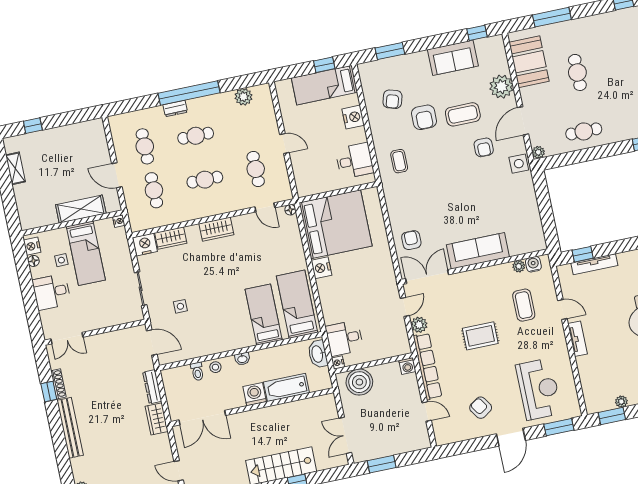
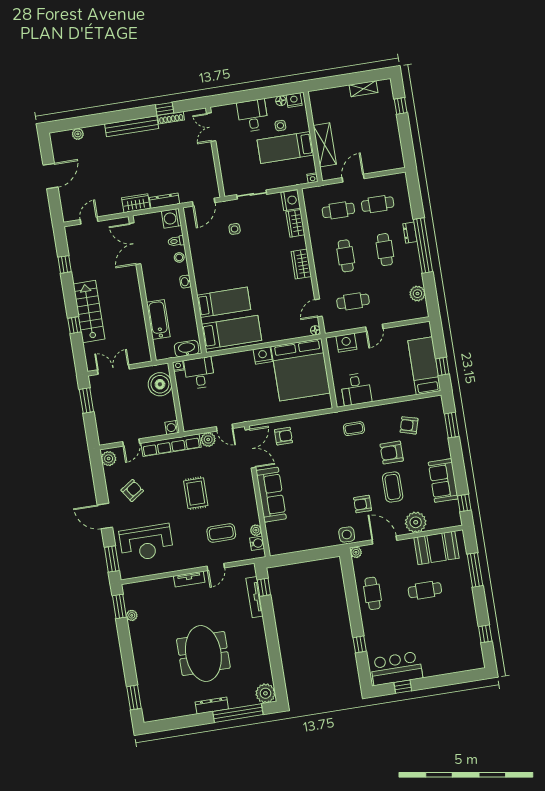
nightstand: (353, 117) -> (346, 343), moved, turned 180
washing machine: (255, 394) -> (171, 218), moved, turned 180
plant: (446, 436) -> (109, 459), added

